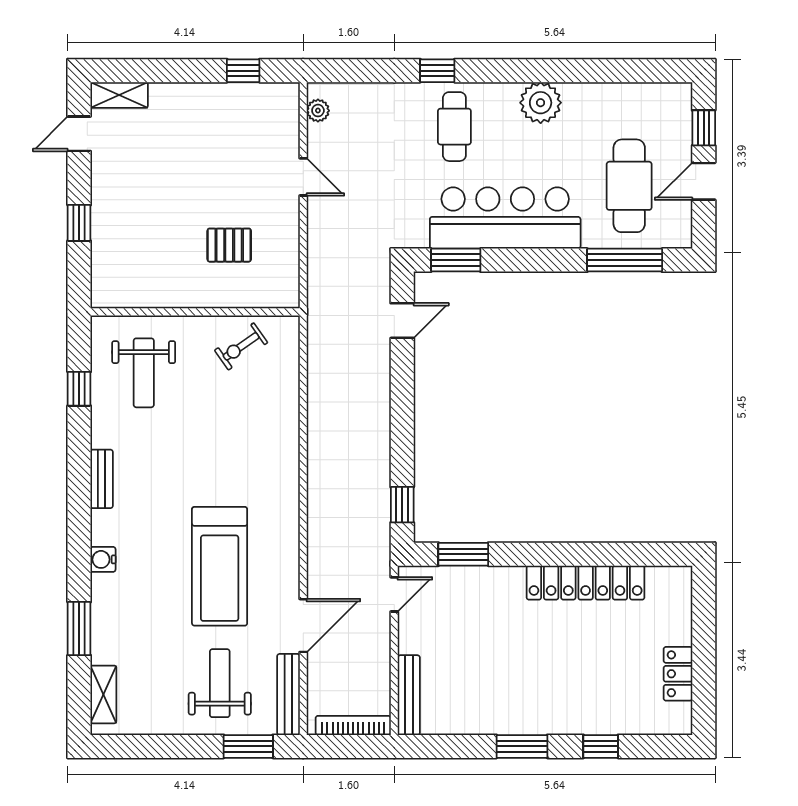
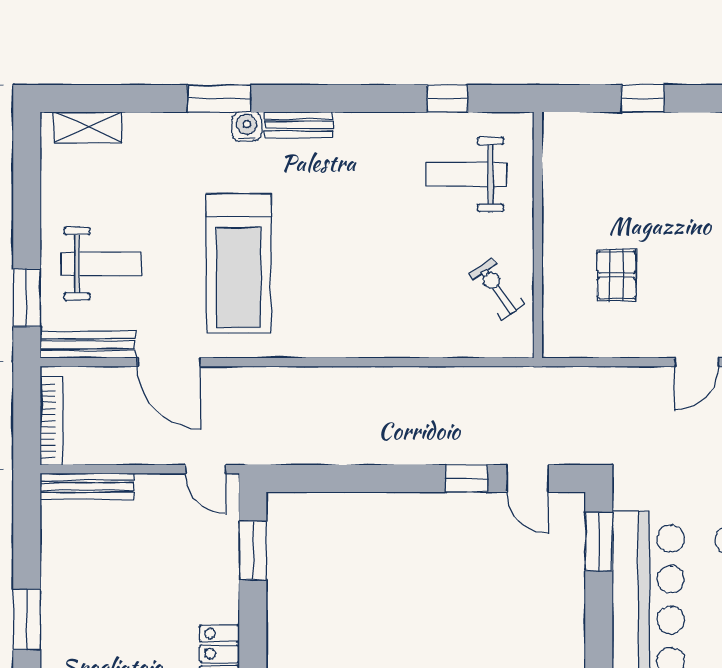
bench: (102, 479) -> (299, 125), moved
window: (402, 505) -> (466, 479), moved
treadmill: (220, 566) -> (239, 264), turned -90
window: (79, 629) -> (219, 98), moved

